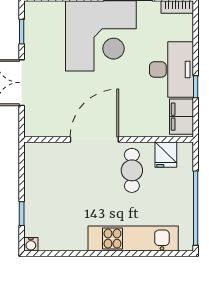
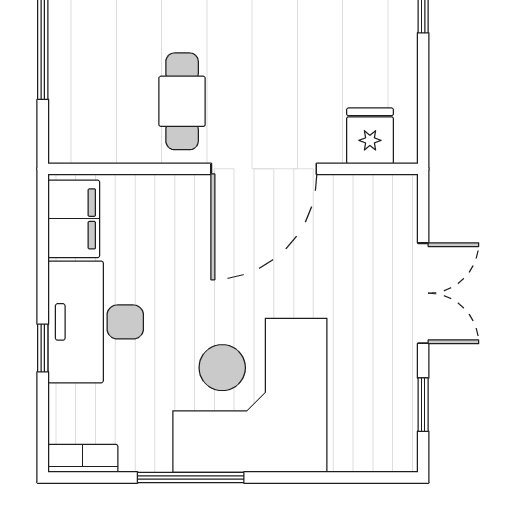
window: (196, 87) -> (43, 348), moved
fridge: (166, 155) -> (370, 136), moved

